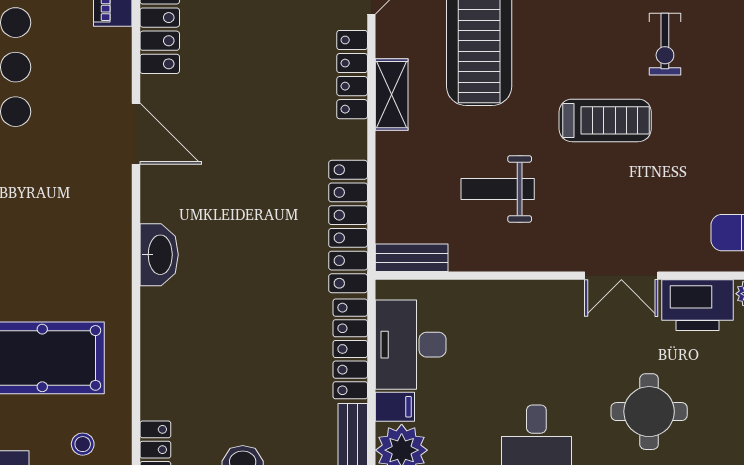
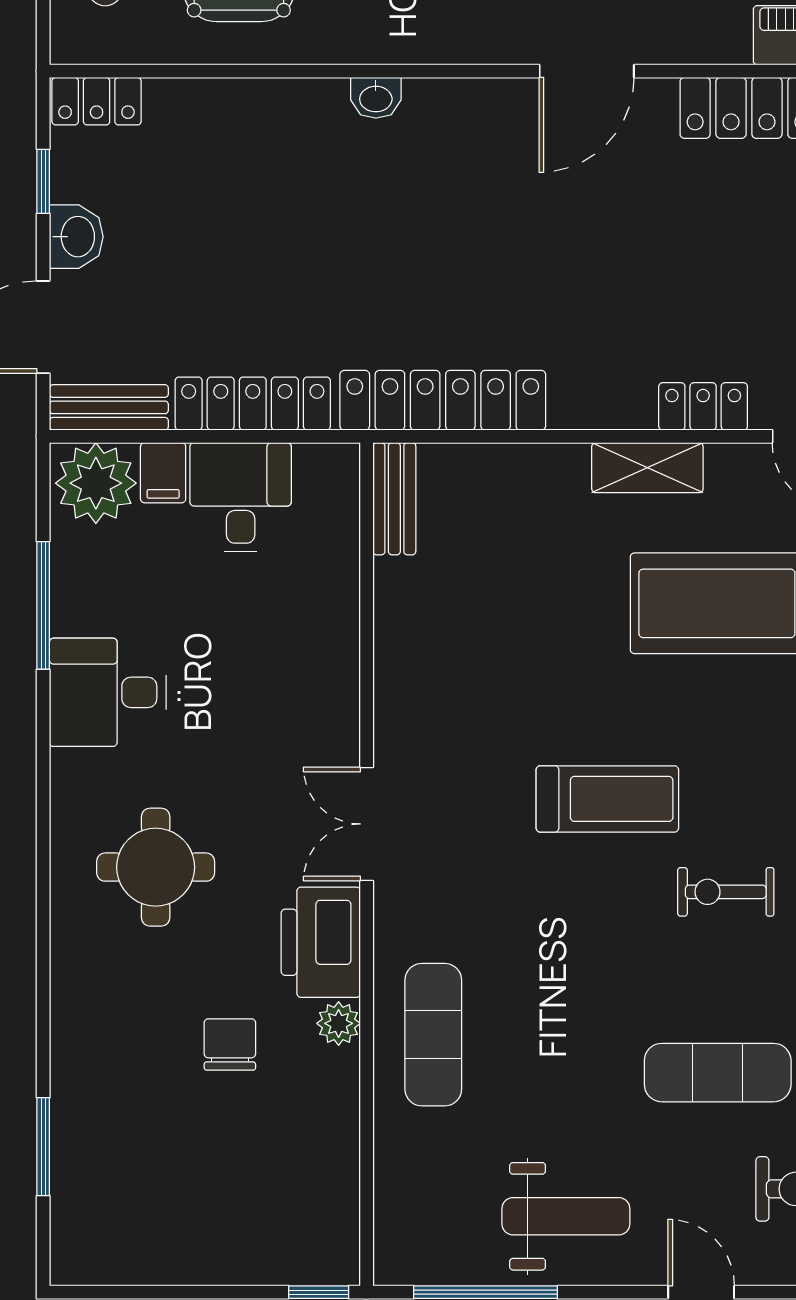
locker: (352, 75) -> (703, 406), width x0.66
treadmill: (605, 120) -> (607, 799), turned -90
weight bench: (498, 189) -> (501, 632), removed
washbasin: (159, 255) -> (376, 98), width x0.52, depth x0.69
desk: (411, 345) -> (241, 497), width x0.73

